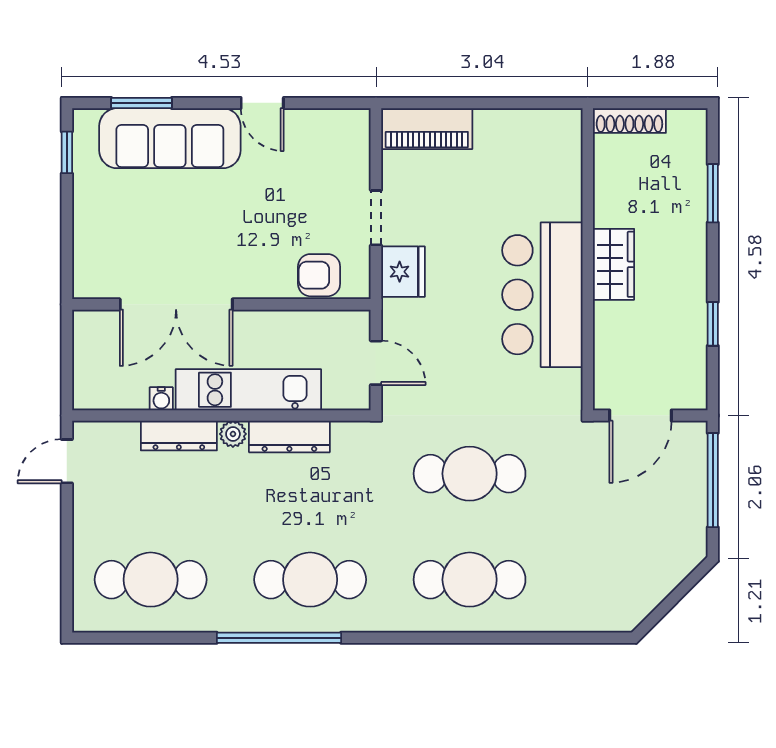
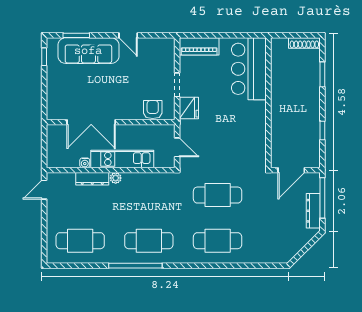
shoe rack: (629, 121) -> (304, 43), moved
wardrobe: (614, 264) -> (280, 105), removed
armchair: (319, 275) -> (153, 110), turned 90
bar counter: (542, 295) -> (249, 69), moved
dresser: (289, 436) -> (313, 211), moved, turned 90

